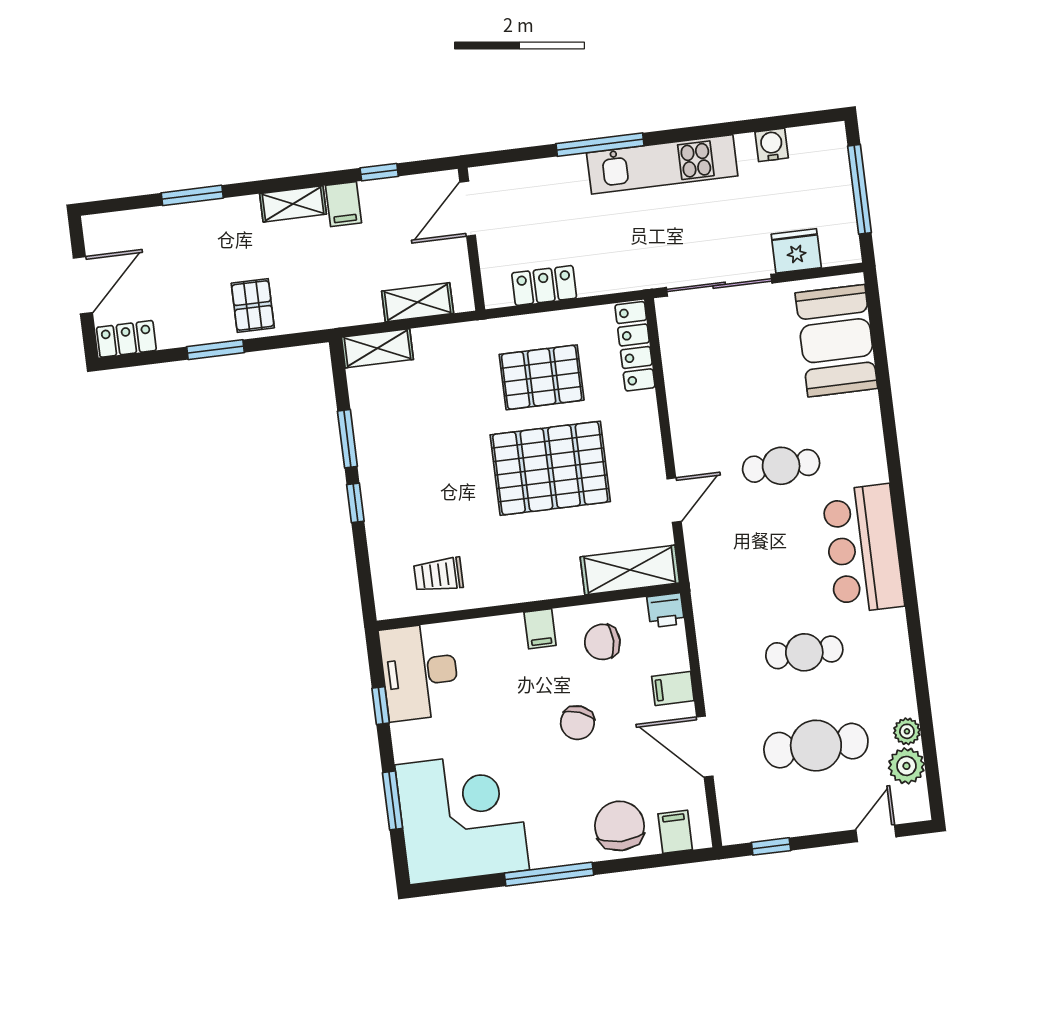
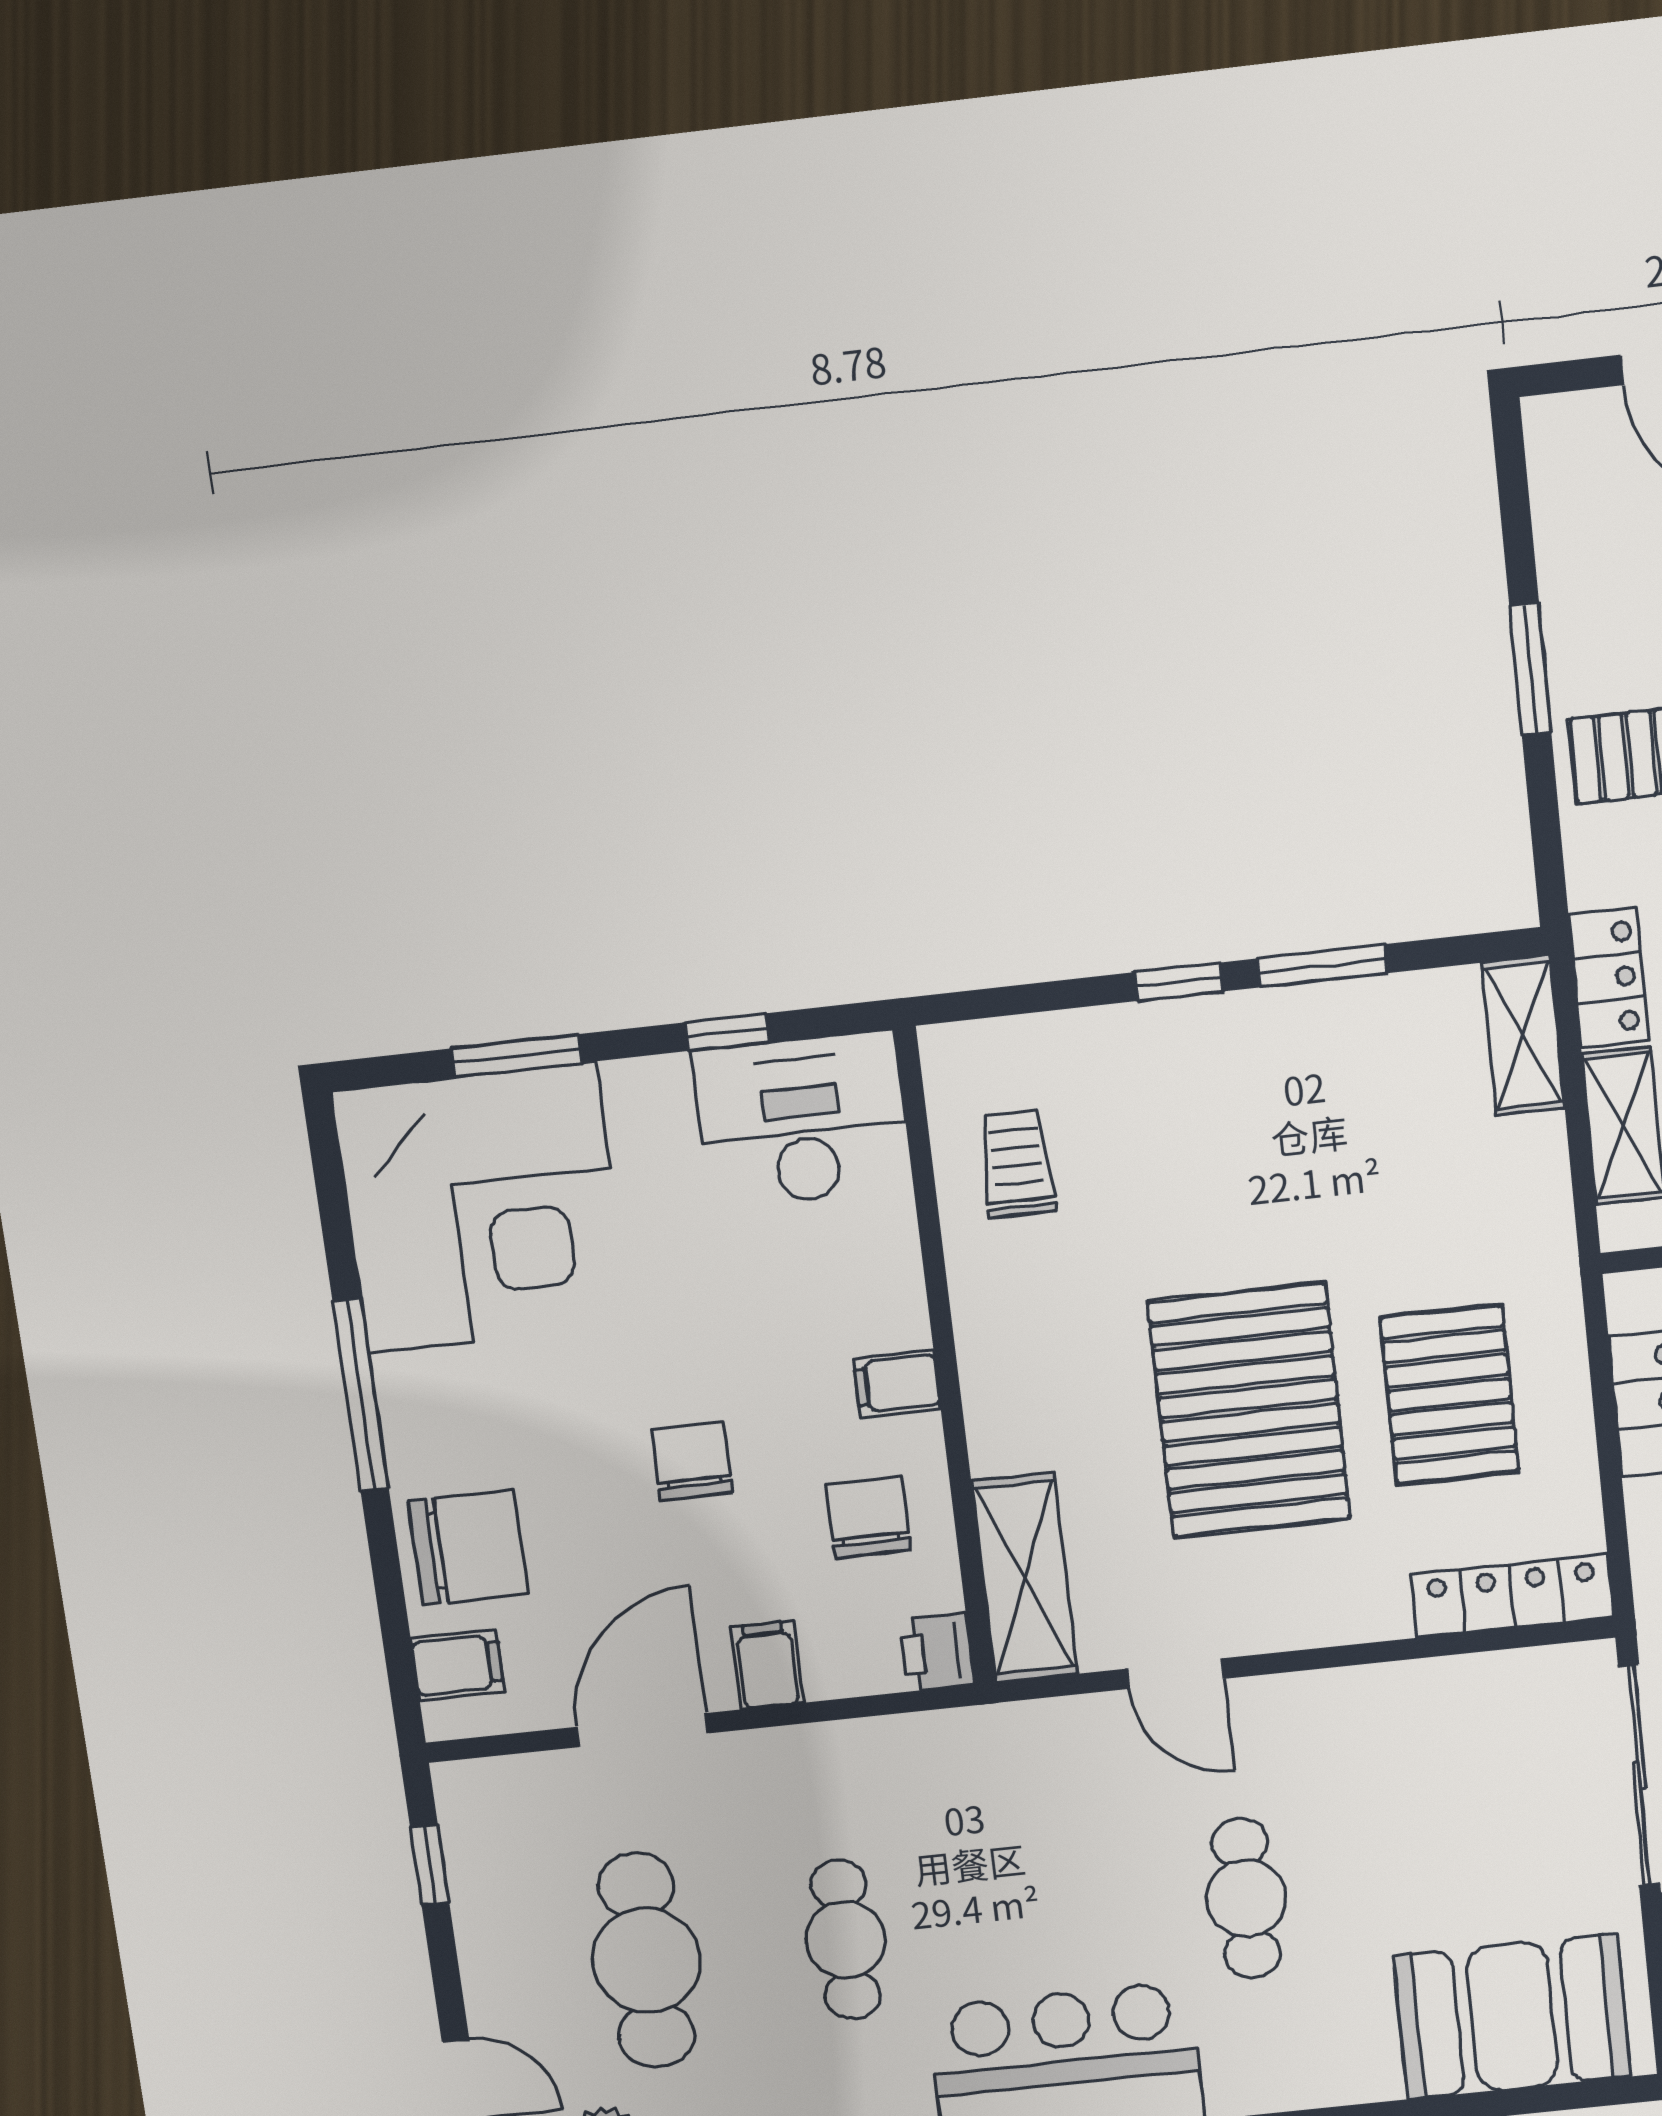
locker: (126, 339) -> (1609, 978), moved
chair: (577, 723) -> (692, 1461), turned 69

